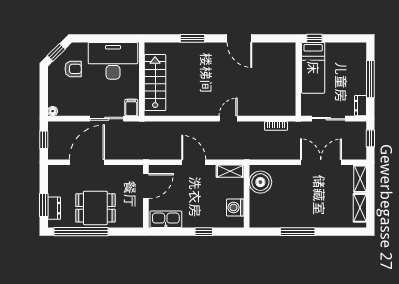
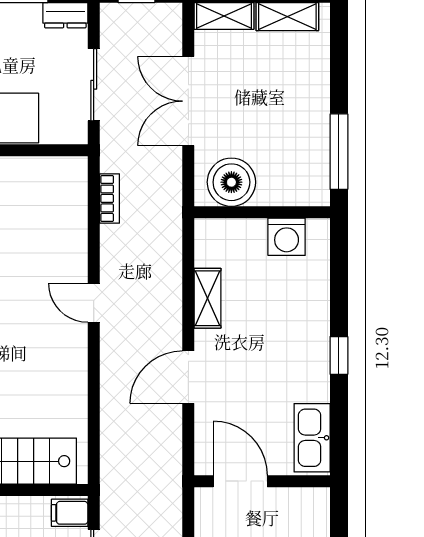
boiler: (260, 182) -> (231, 182), moved
wall: (247, 196) -> (262, 212), moved
washing machine: (235, 208) -> (287, 237), moved

